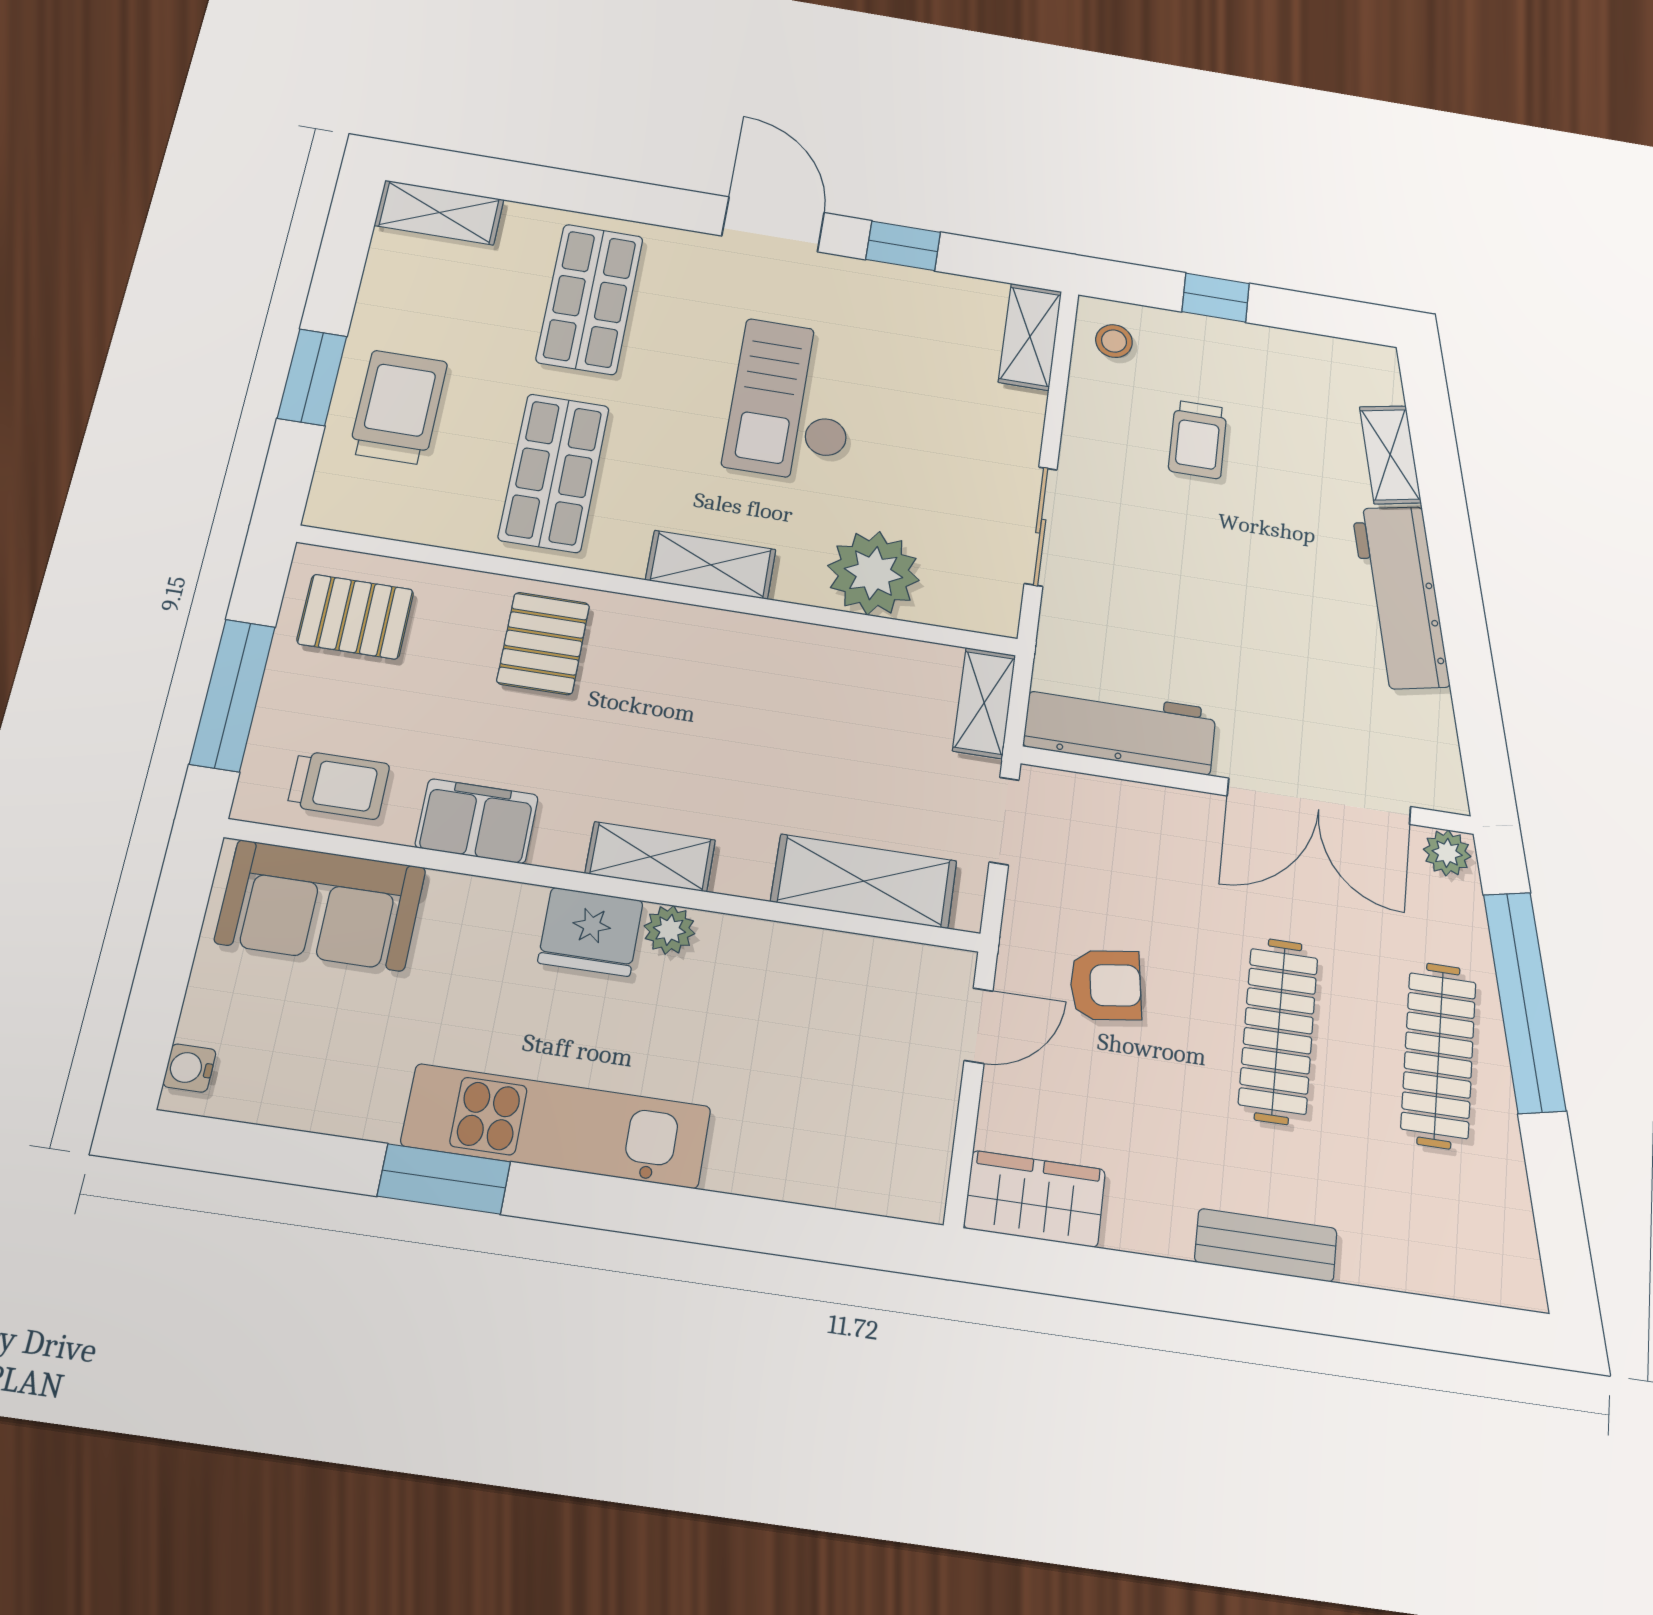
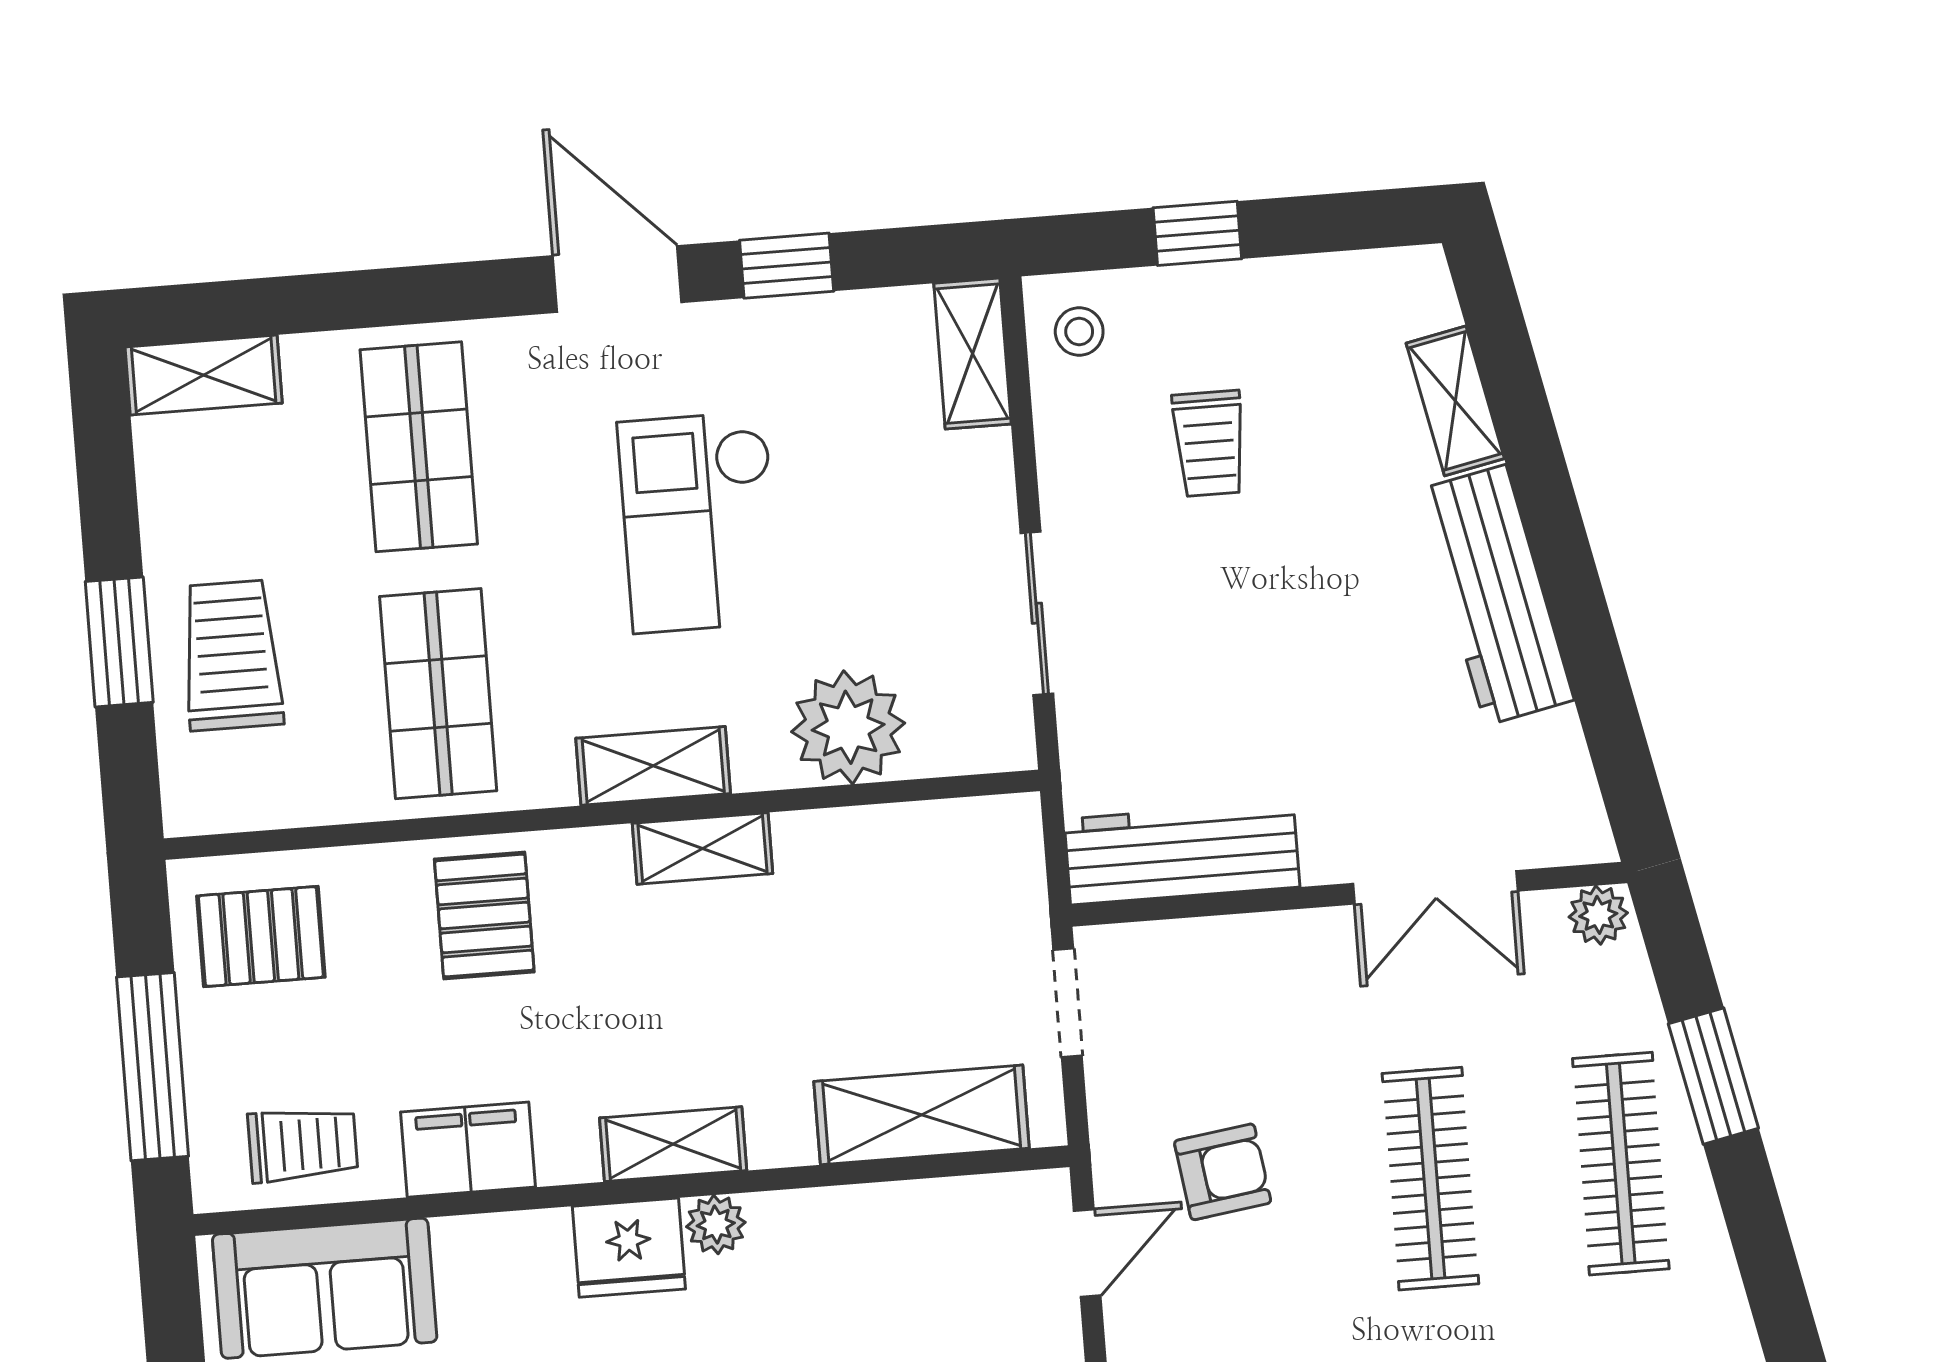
shelving: (984, 703) -> (703, 848), moved, turned 90
double door: (1319, 801) -> (1435, 887), width x0.73
window: (1524, 1001) -> (1713, 1076), width x0.47

